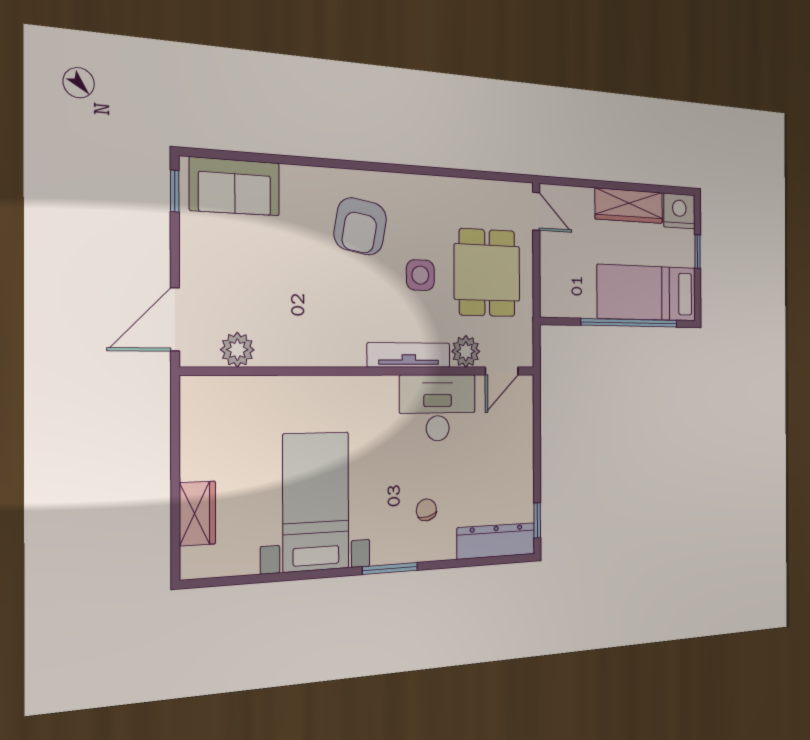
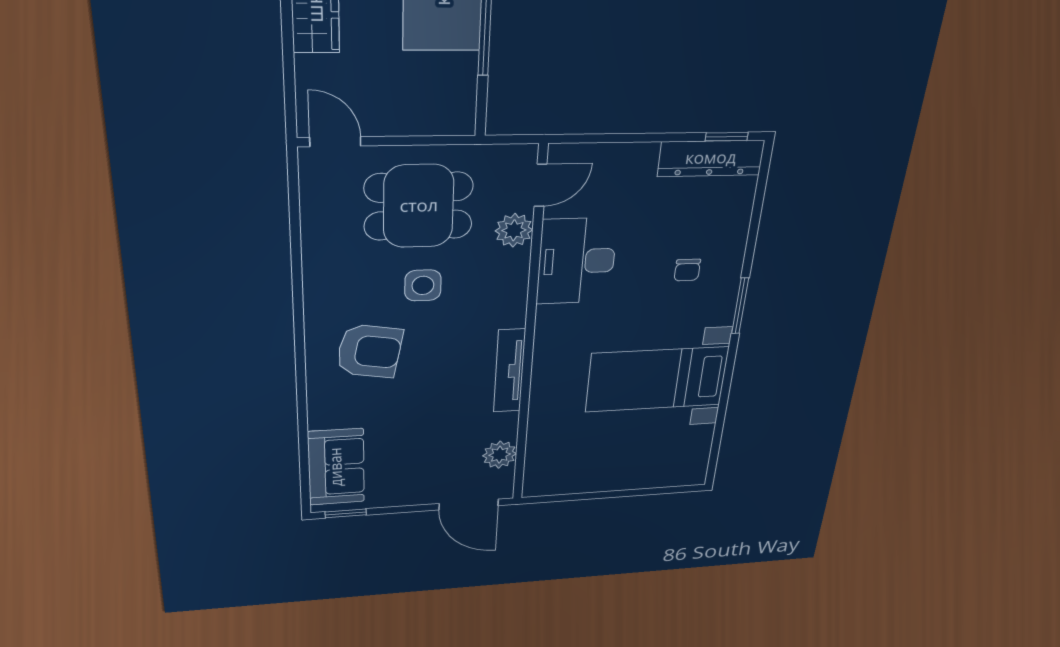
door: (536, 211) -> (335, 142), hinge flipped
tv unit: (409, 355) -> (509, 371), moved
door: (502, 371) -> (540, 185), hinge flipped
chair: (426, 510) -> (687, 270), turned -77
wardrobe: (197, 513) -> (649, 476), removed
dresser: (496, 541) -> (711, 158), moved, turned -90

